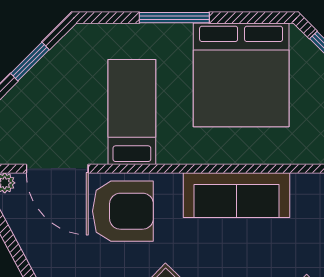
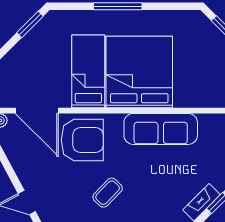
window: (30, 62) -> (30, 24), moved
bed: (241, 75) -> (139, 72), moved, turned 180

